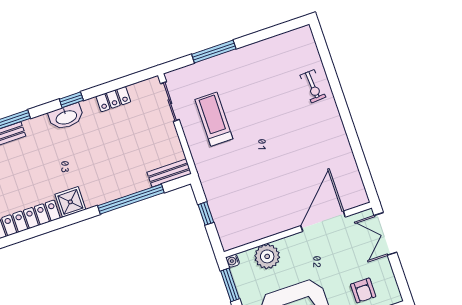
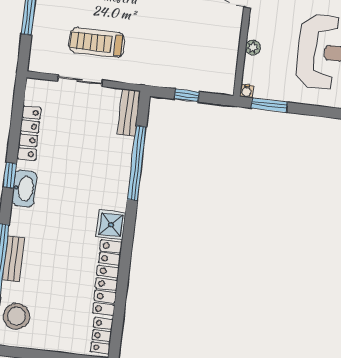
locker: (113, 99) -> (29, 133), width x1.53
sliding door: (170, 102) -> (80, 81), moved
plant: (267, 256) -> (253, 47), width x0.53, depth x0.53

